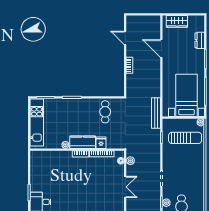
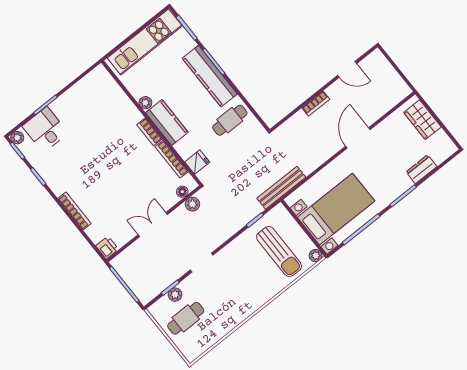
door: (125, 38) -> (347, 69), swing flipped
door: (161, 48) -> (358, 138), moved
kitchen counter: (77, 105) -> (210, 76), added
fridge: (101, 143) -> (197, 162), moved
double door: (125, 187) -> (153, 225), swing flipped

